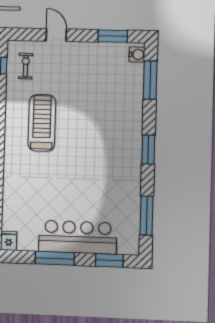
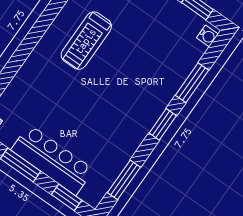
window: (150, 80) -> (192, 83), moved
treadmill: (42, 123) -> (86, 41), turned 180

